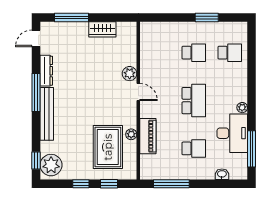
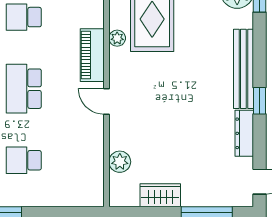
plant: (130, 74) -> (120, 162), moved
window: (36, 92) -> (259, 101), width x0.46
piano: (148, 136) -> (92, 55), moved

